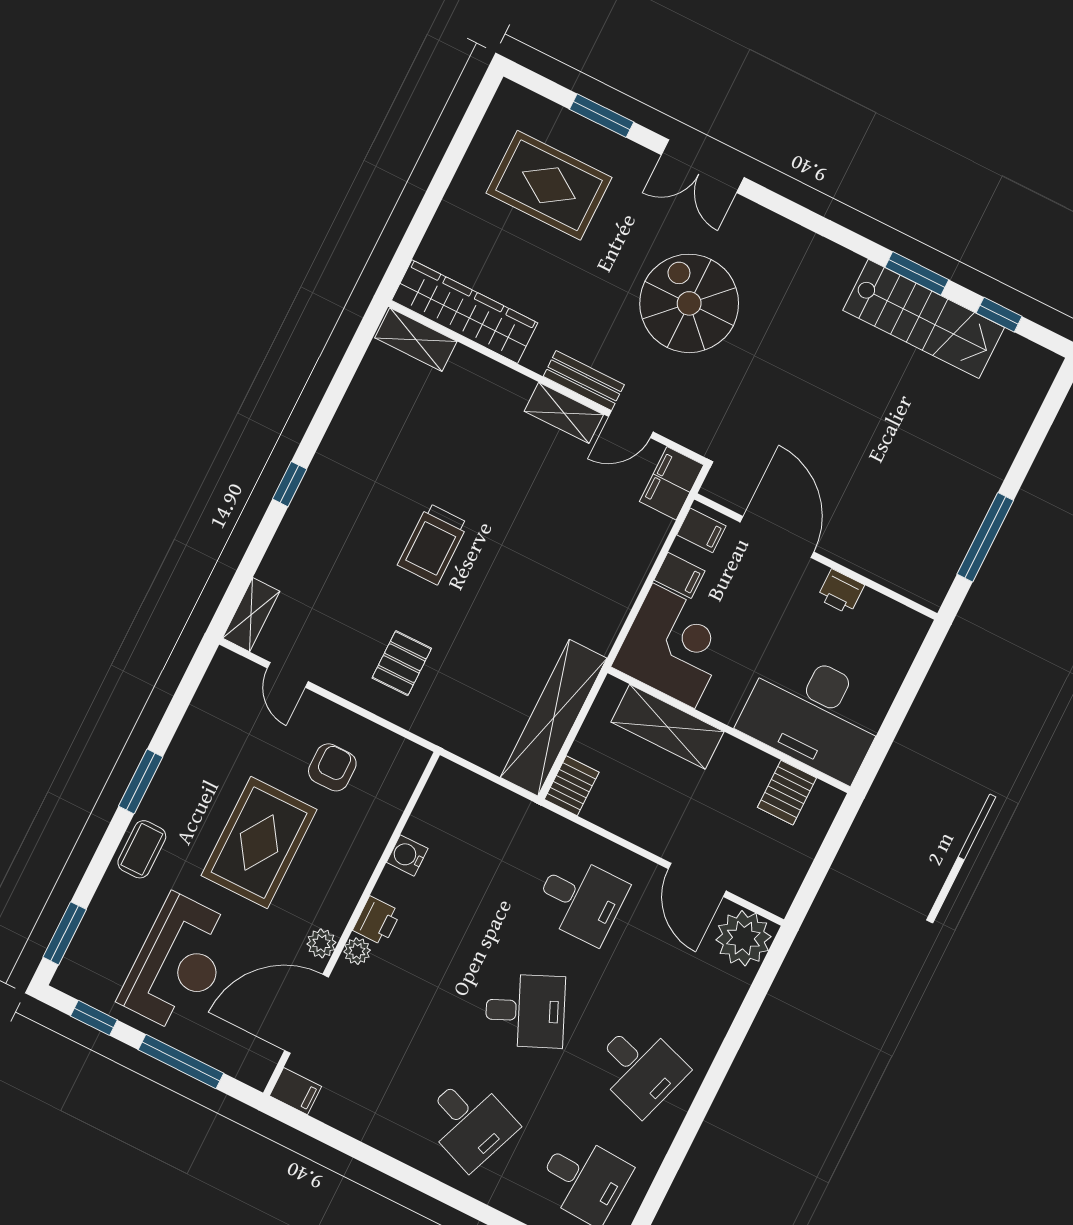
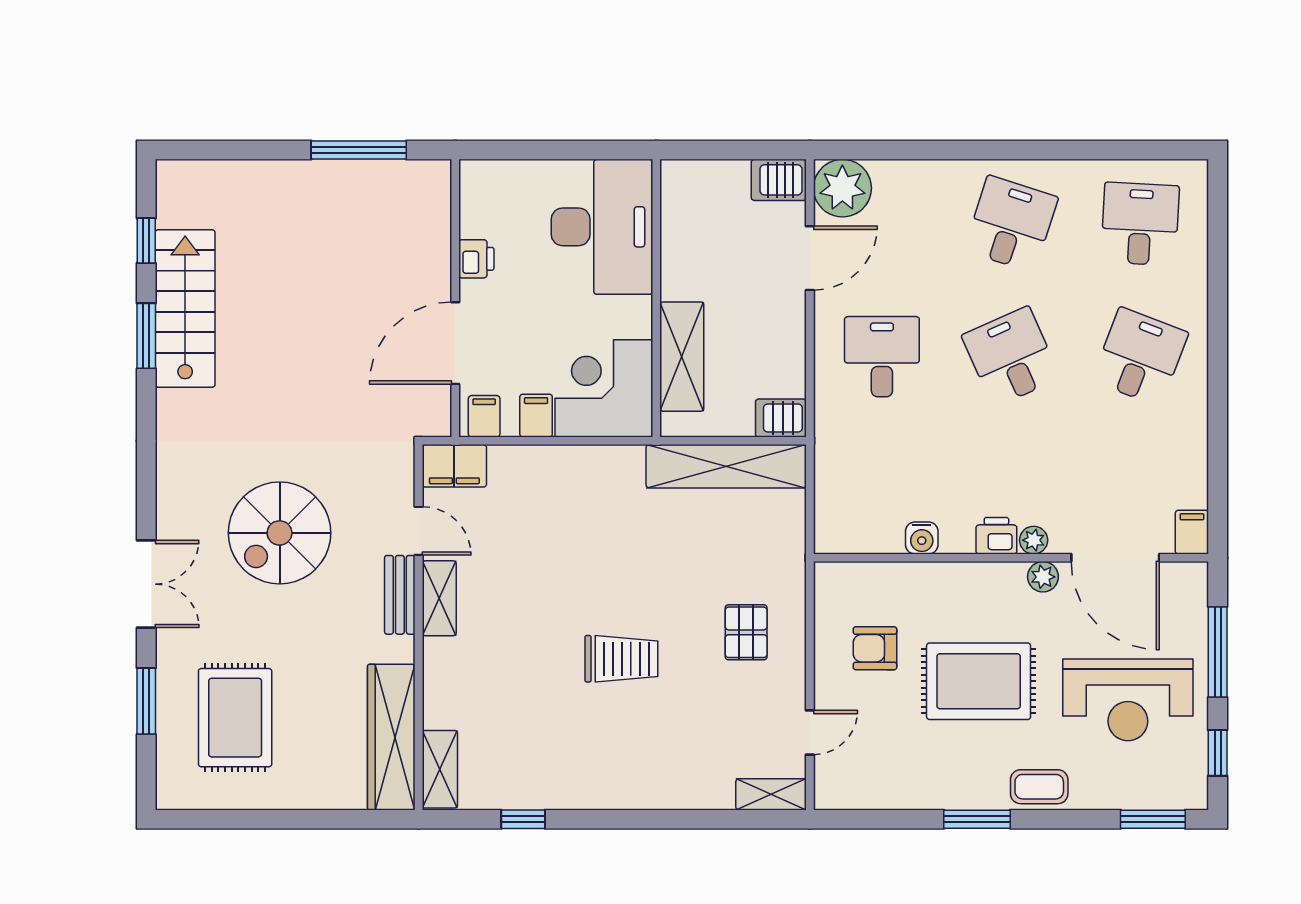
window: (290, 484) -> (523, 819), moved
pallet: (402, 663) -> (746, 632), turned 90
server rack: (787, 793) -> (779, 180), moved, turned 180
reception desk: (178, 963) -> (1128, 700), turned 180

